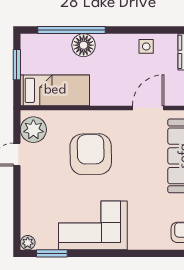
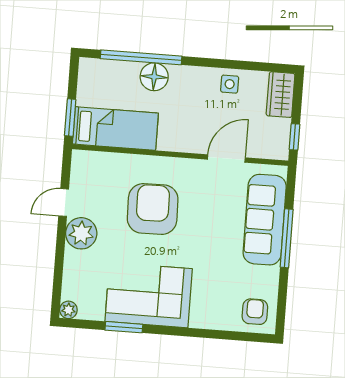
window: (17, 65) -> (70, 117), moved
plant: (33, 130) -> (81, 233), moved
window: (52, 253) -> (124, 327), moved

